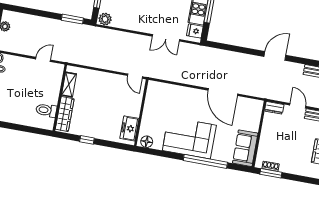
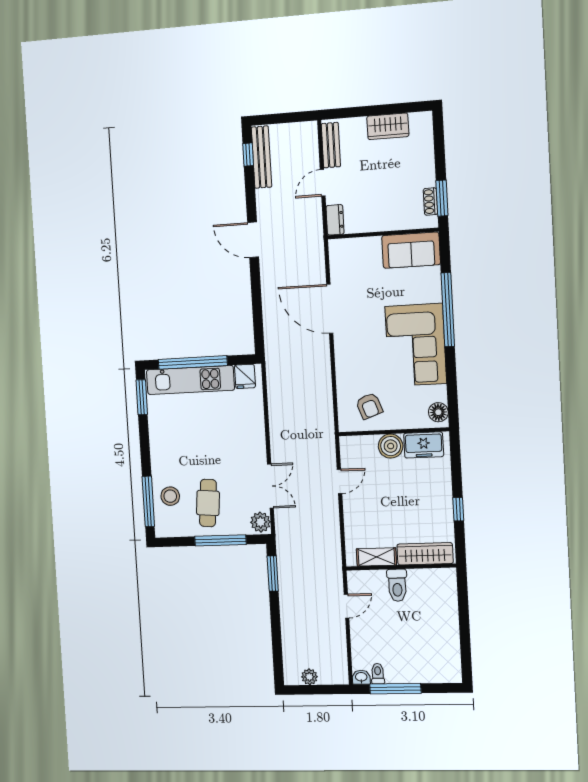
double door: (166, 38) -> (270, 486), moved
door: (43, 59) -> (347, 606), swing flipped
door: (135, 76) -> (340, 481), moved
door: (223, 92) -> (330, 309), swing flipped
armchair: (160, 102) -> (369, 406), added
boiler: (133, 109) -> (391, 446), added
toilet: (46, 110) -> (397, 585), moved

